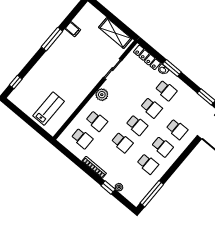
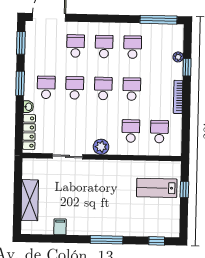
shelving: (115, 33) -> (30, 200), moved
window: (52, 39) -> (107, 240), moved
window: (172, 68) -> (20, 83), moved
window: (34, 125) -> (184, 190), added

